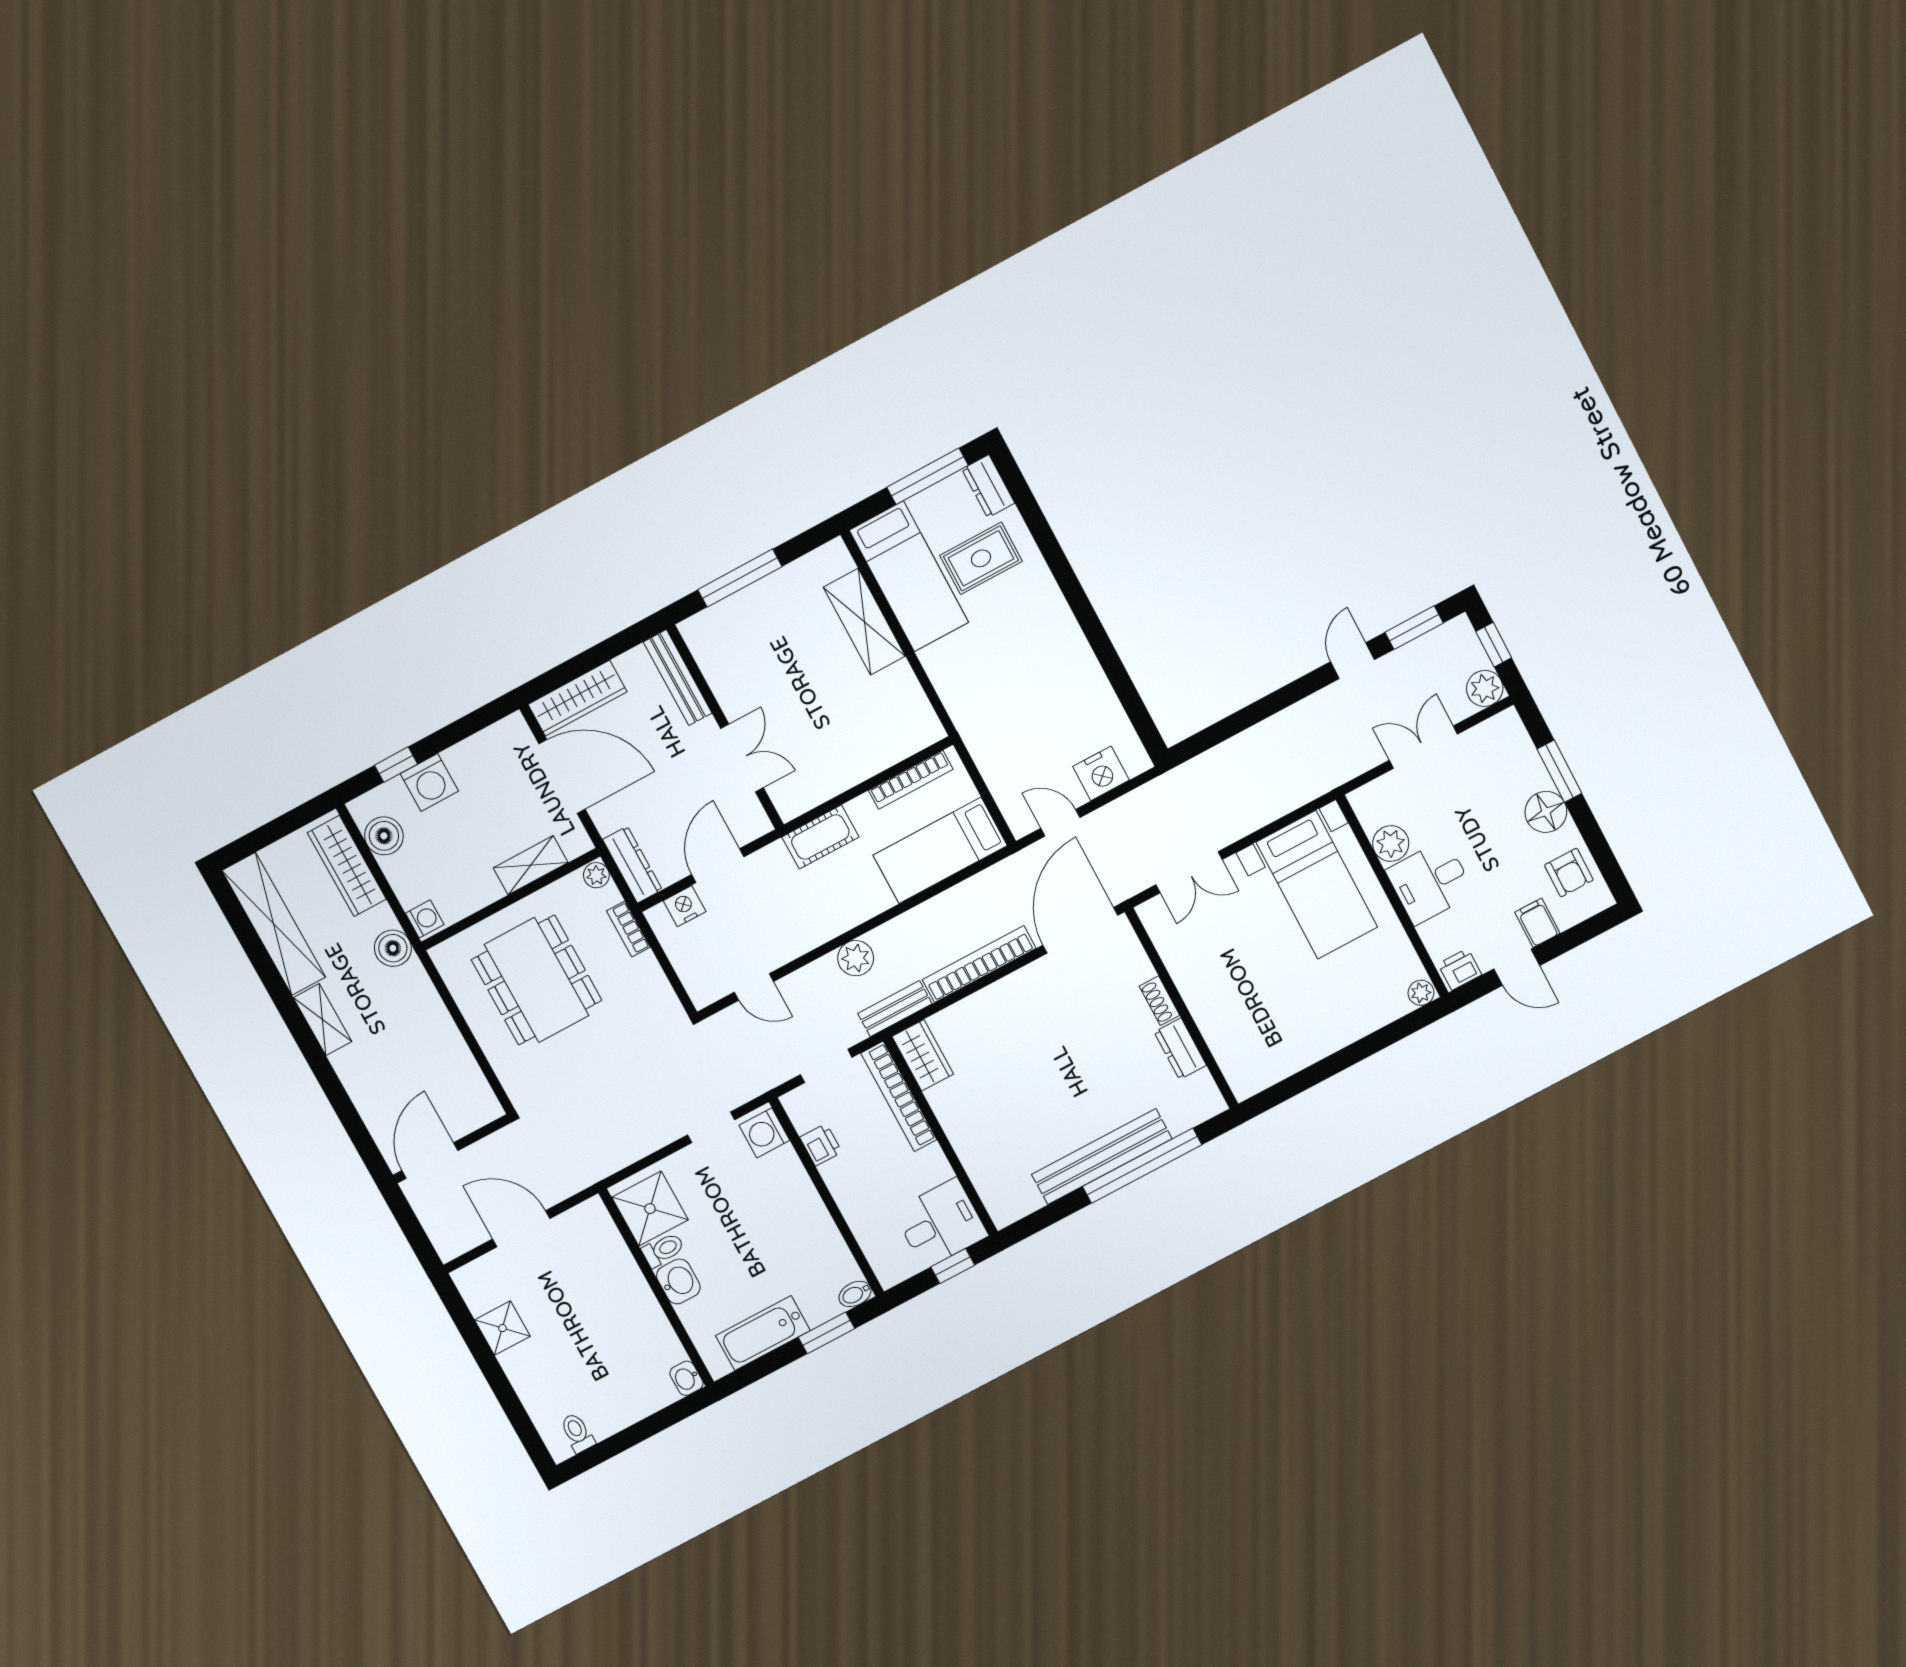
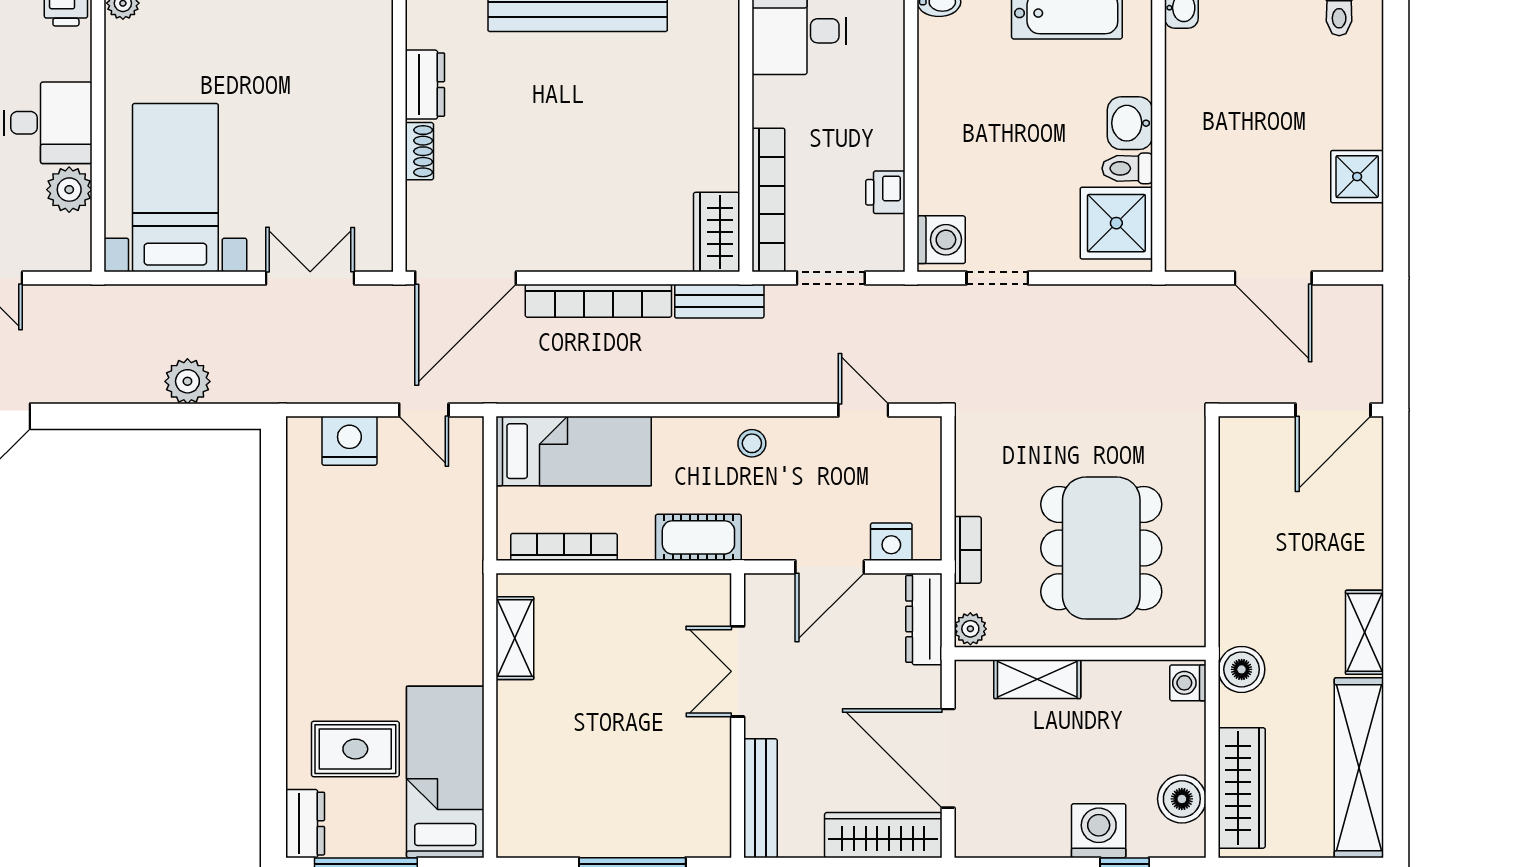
shelving: (864, 622) -> (515, 638), moved, width x0.67, depth x0.75
stool: (819, 922) -> (752, 443), added
plant: (856, 958) -> (187, 381), moved

